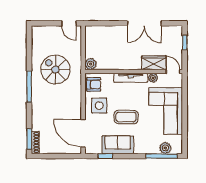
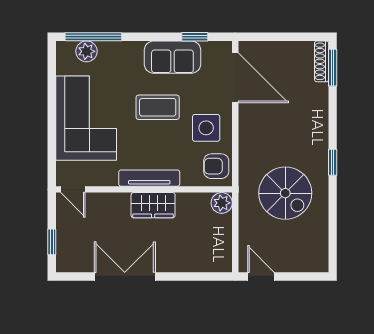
wardrobe: (154, 63) -> (153, 205), moved
plant: (153, 78) -> (109, 178), removed
window: (29, 87) -> (333, 162), width x0.46

